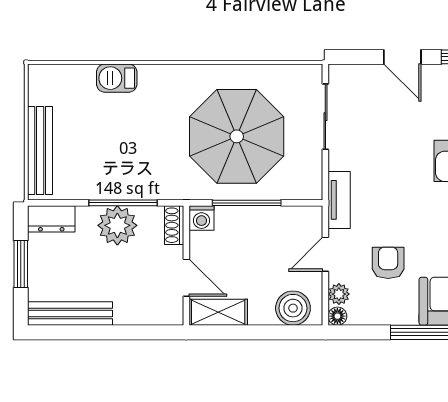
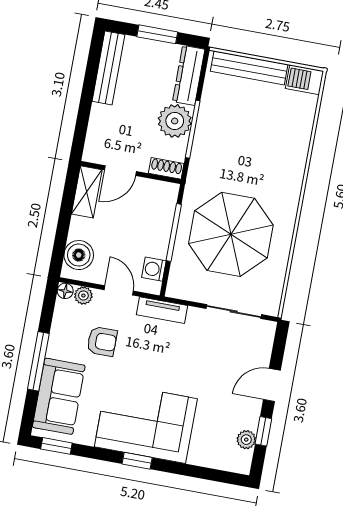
barbecue: (117, 78) -> (304, 80), moved, turned -90
washing machine: (202, 218) -> (154, 269), moved
dresser: (51, 219) -> (189, 75), width x1.44

